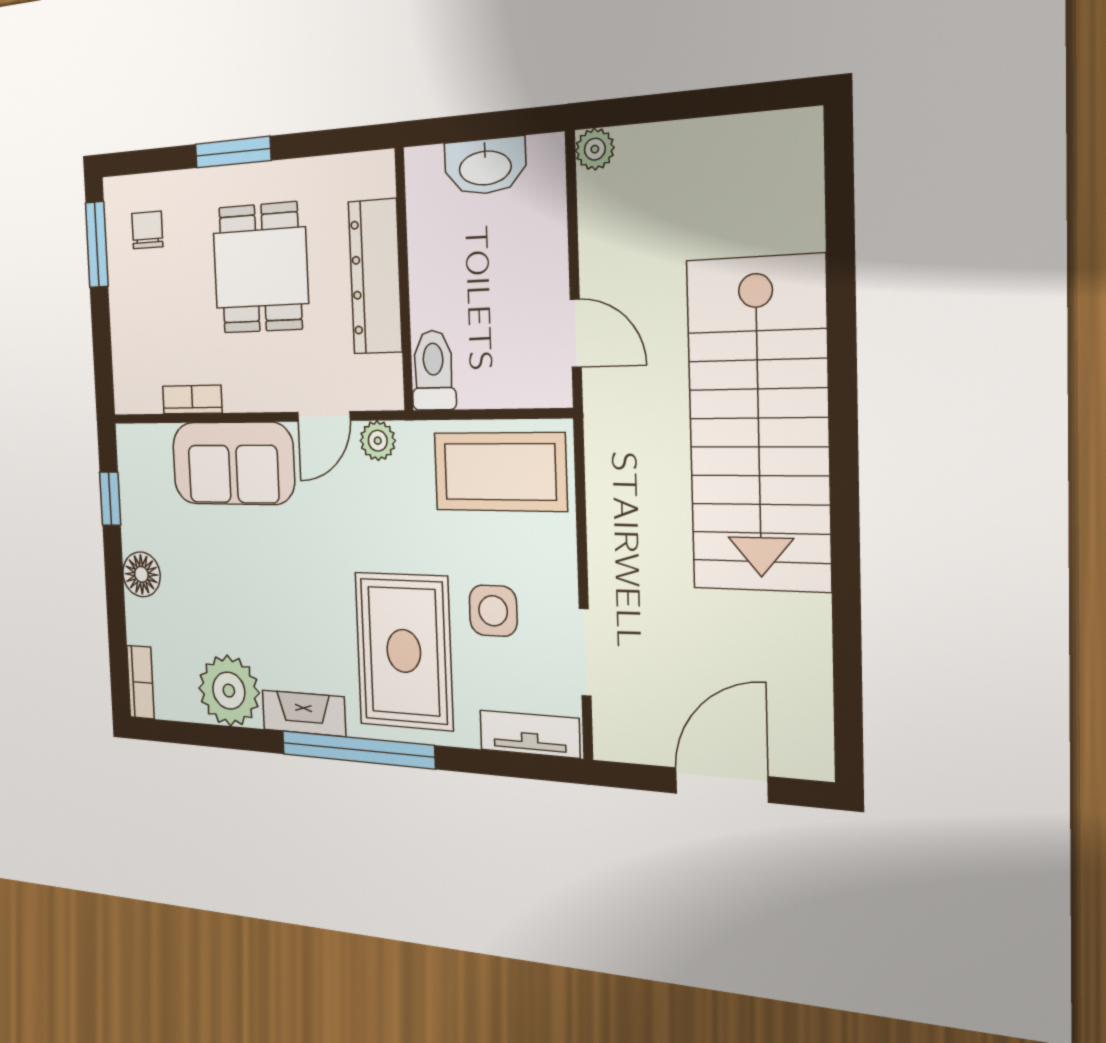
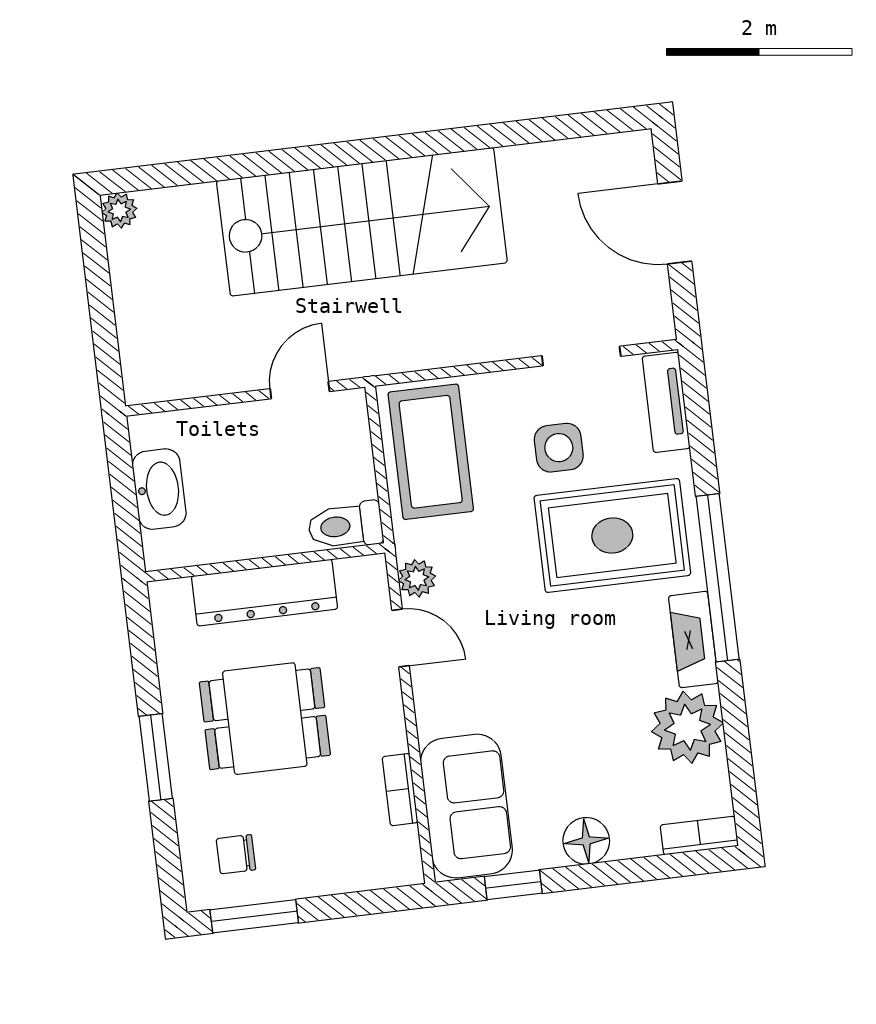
plant: (595, 149) -> (119, 210), moved
sofa: (233, 463) -> (466, 806), moved

